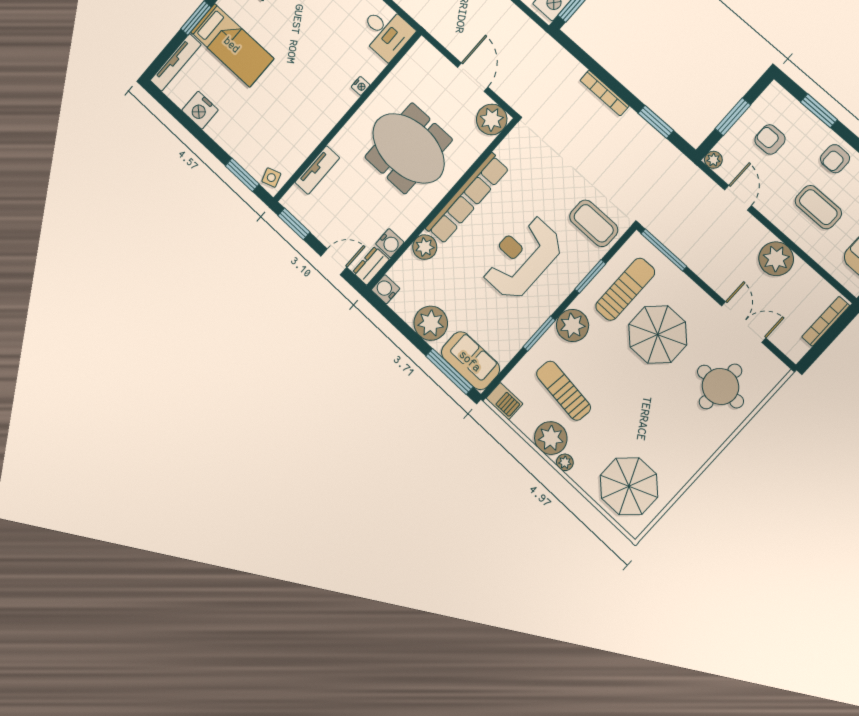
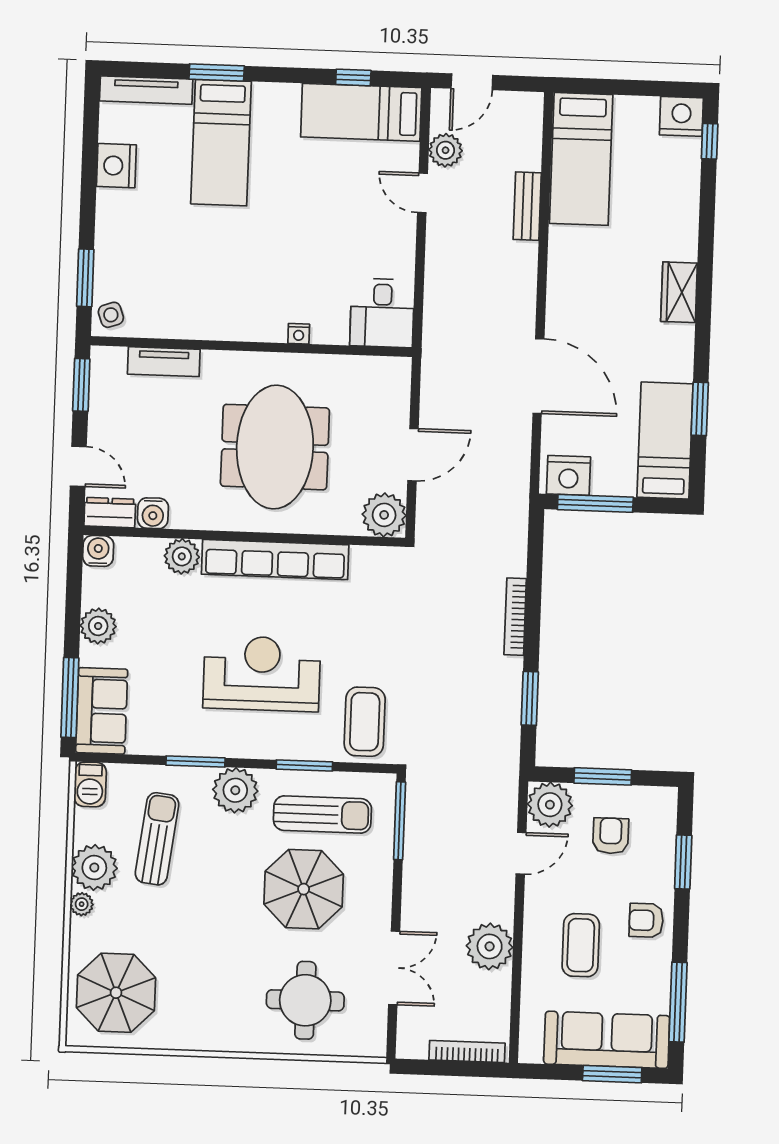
plant: (713, 160) -> (550, 805), width x1.87, depth x1.87
plant: (431, 323) -> (98, 626), width x0.73, depth x0.73

